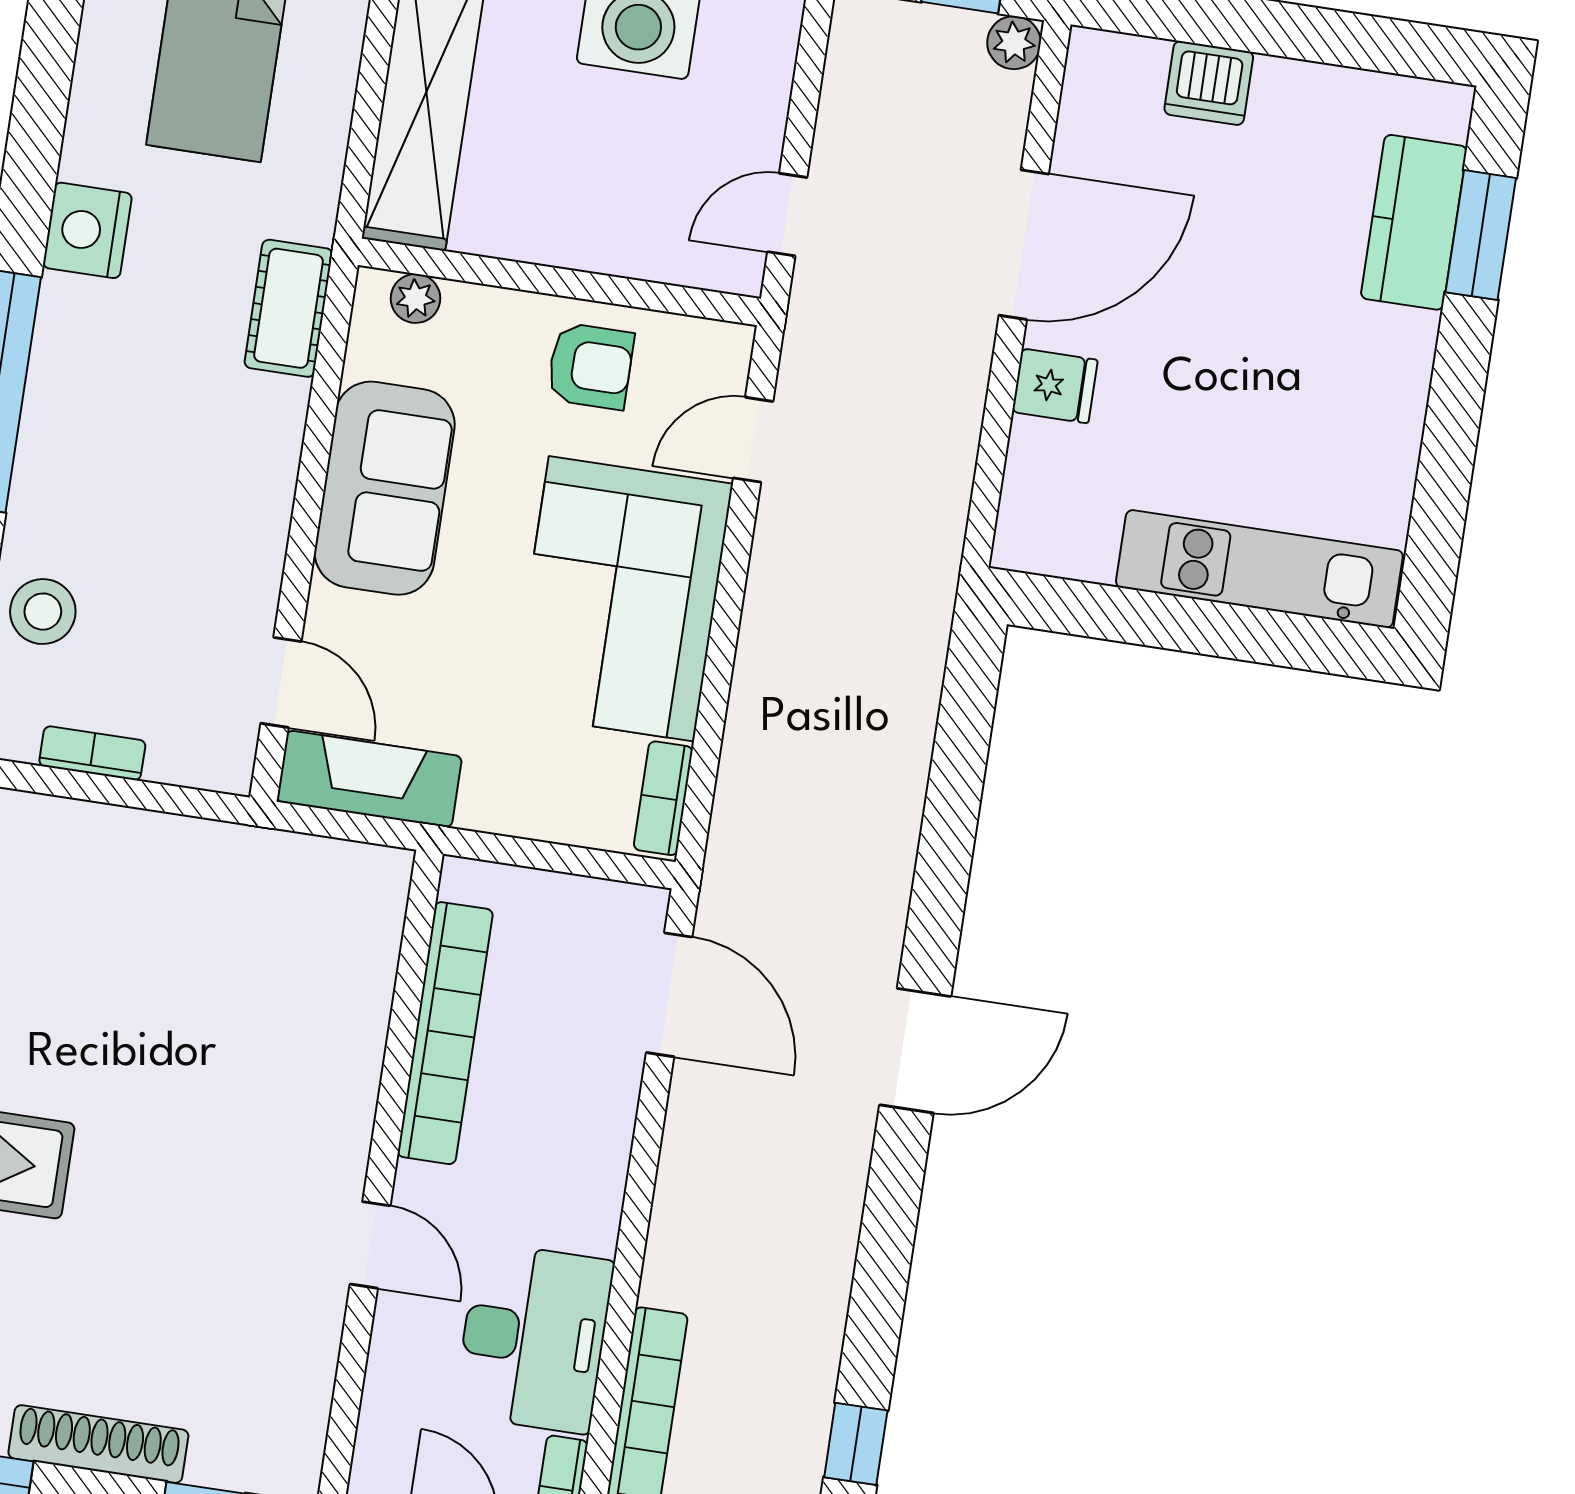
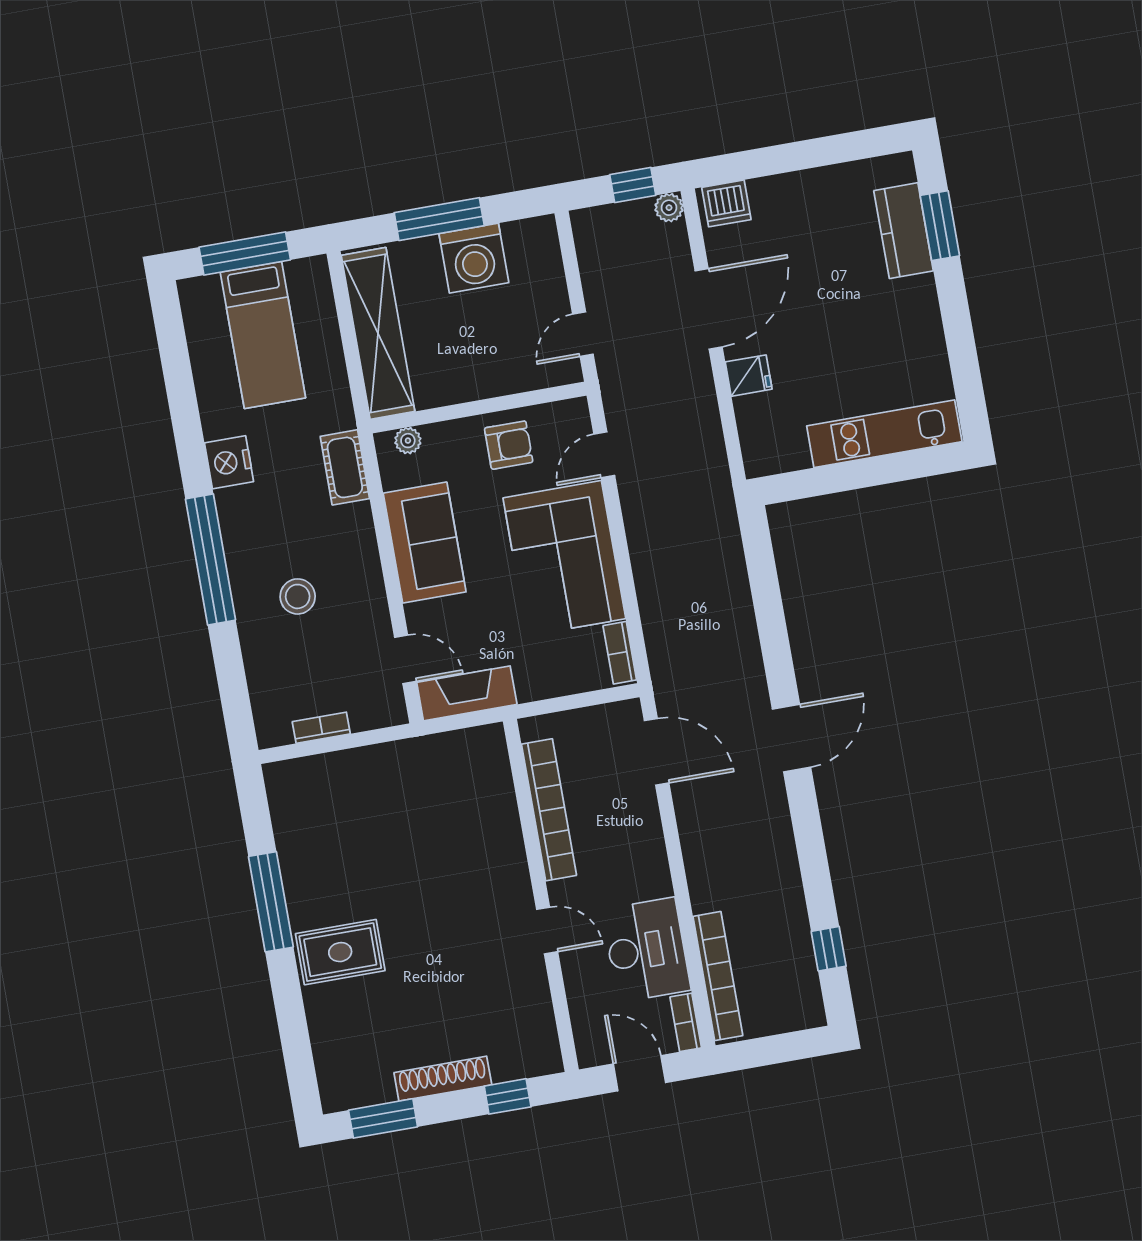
dishwasher: (1209, 83) -> (726, 203), moved
stool: (43, 612) -> (298, 596), moved

